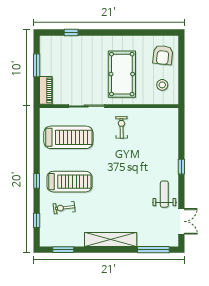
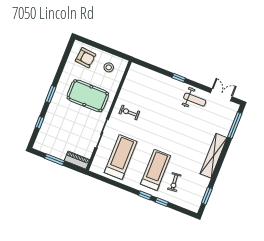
window: (107, 32) -> (51, 94), added
weight bench: (164, 194) -> (195, 100), turned 180
window: (37, 220) -> (162, 202), moved

